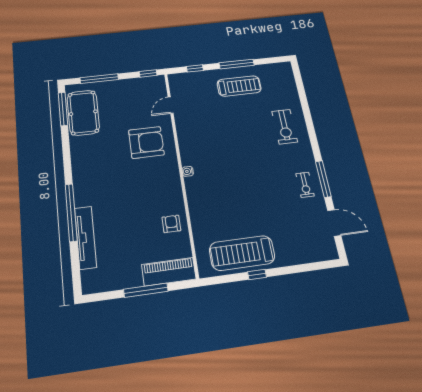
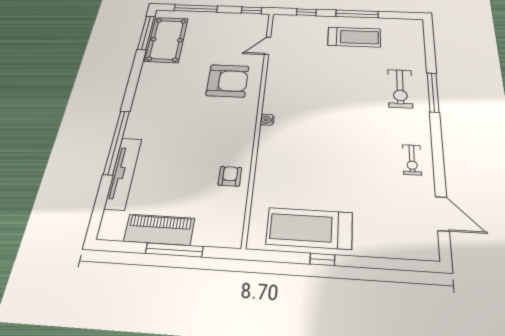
window: (323, 179) -> (433, 92), moved
piano: (169, 272) -> (159, 230), moved

